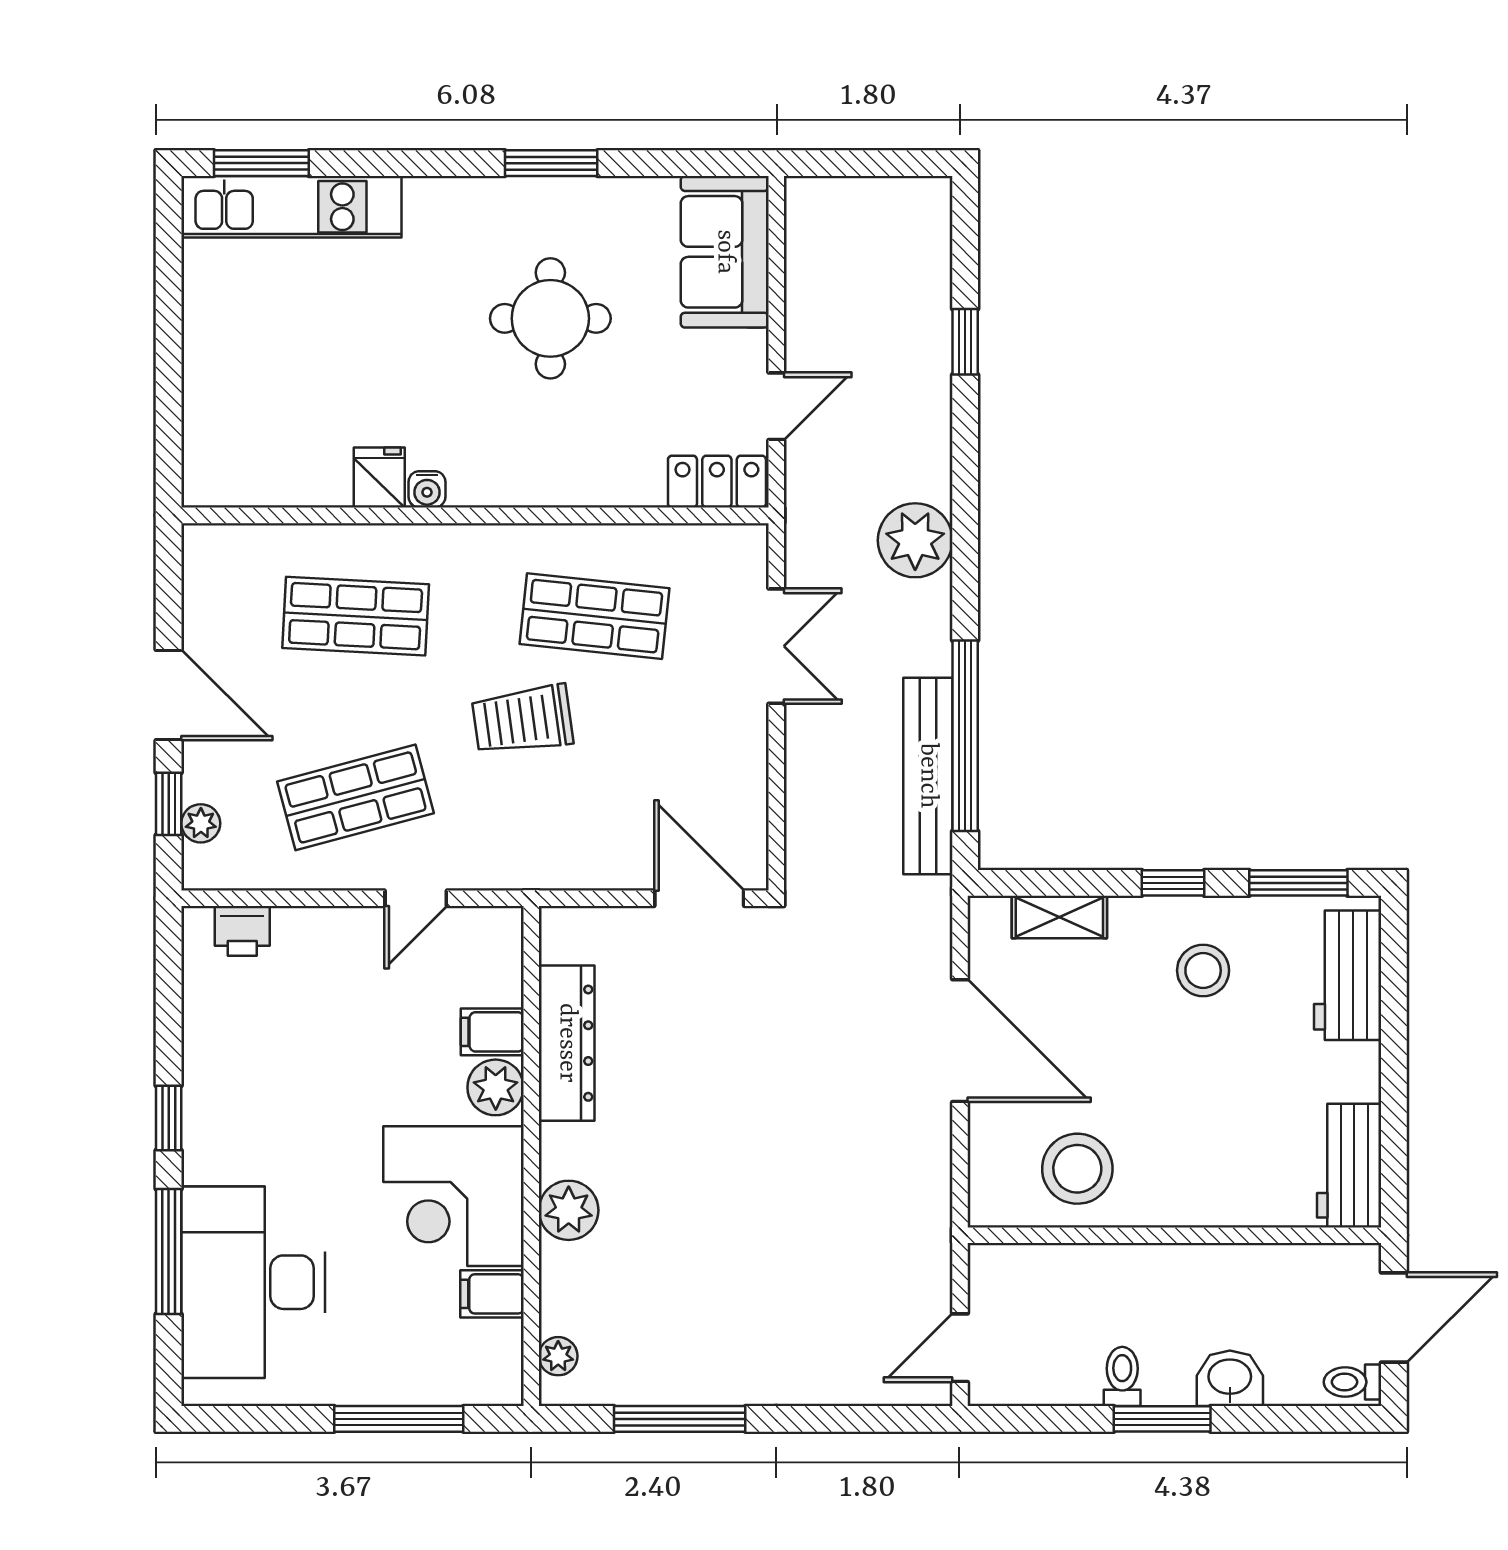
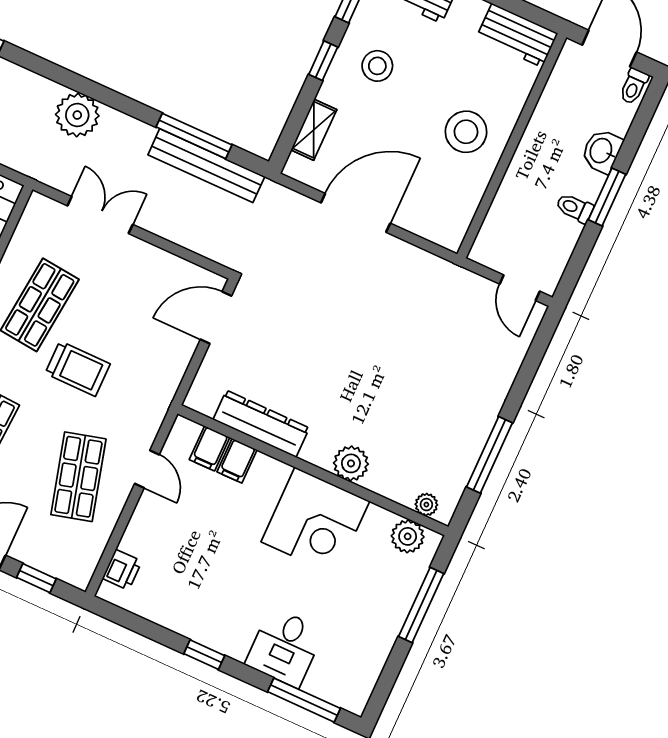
trolley: (522, 720) -> (78, 369), turned -82
window: (965, 736) -> (194, 136), width x0.68
plant: (201, 823) -> (55, 566), removed
plant: (496, 1087) -> (408, 536), moved
stool: (1077, 1169) -> (466, 132), moved
window: (169, 1251) -> (304, 700), moved
desk: (253, 1282) -> (285, 647), width x0.53, depth x0.77
filing cabinet: (492, 1294) -> (210, 448), moved

